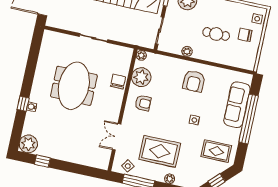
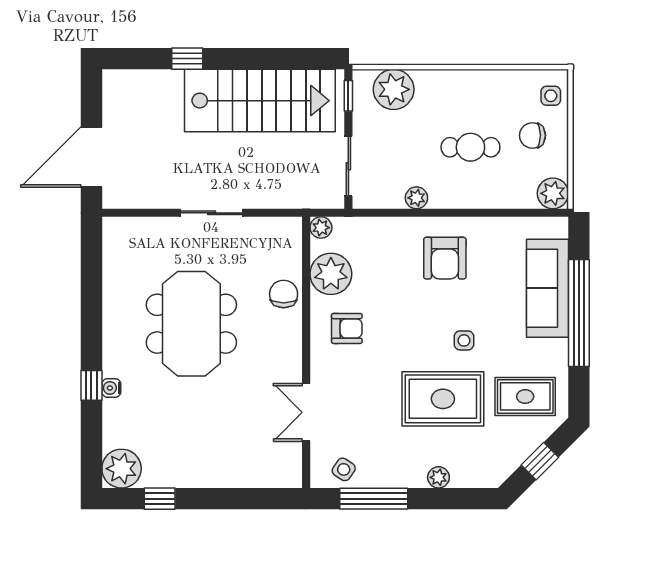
plant: (249, 63) -> (553, 193), added
rug: (160, 151) -> (443, 399), moved

